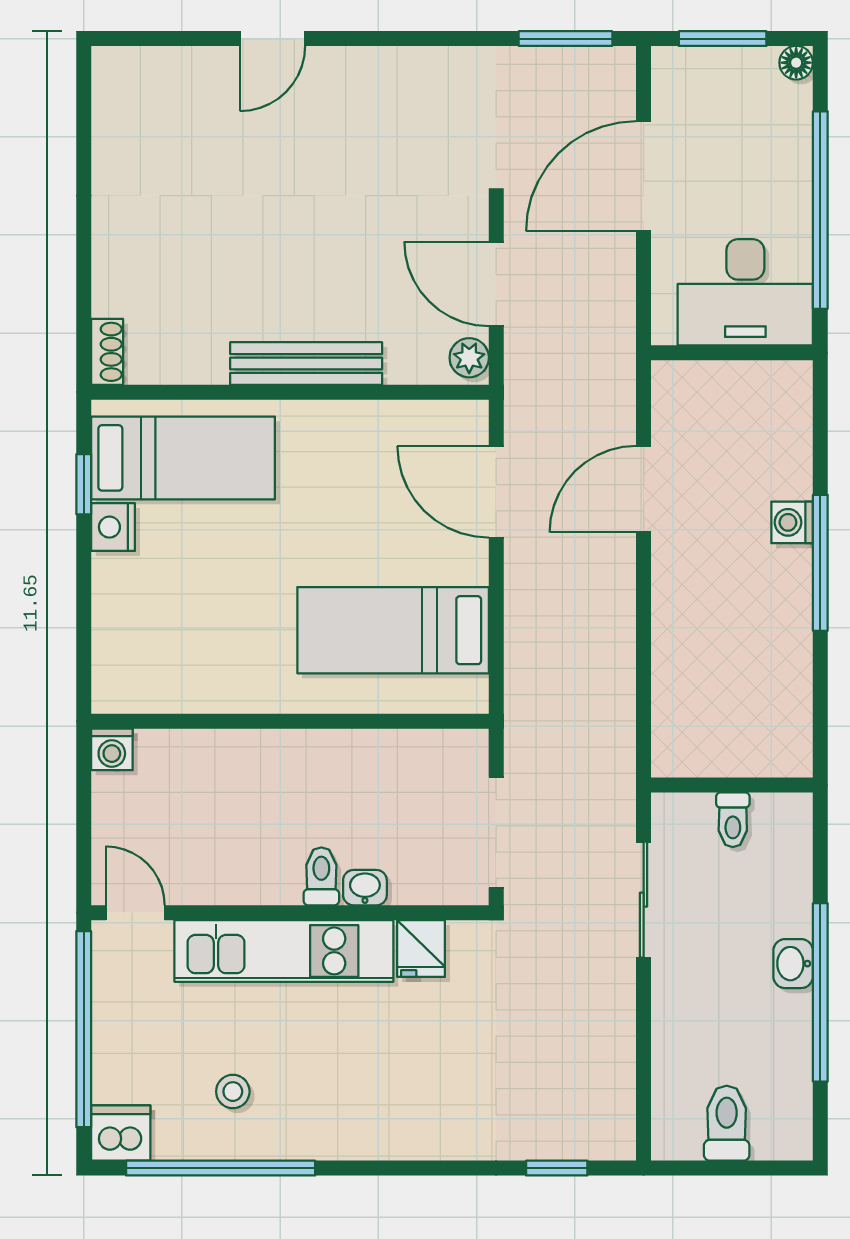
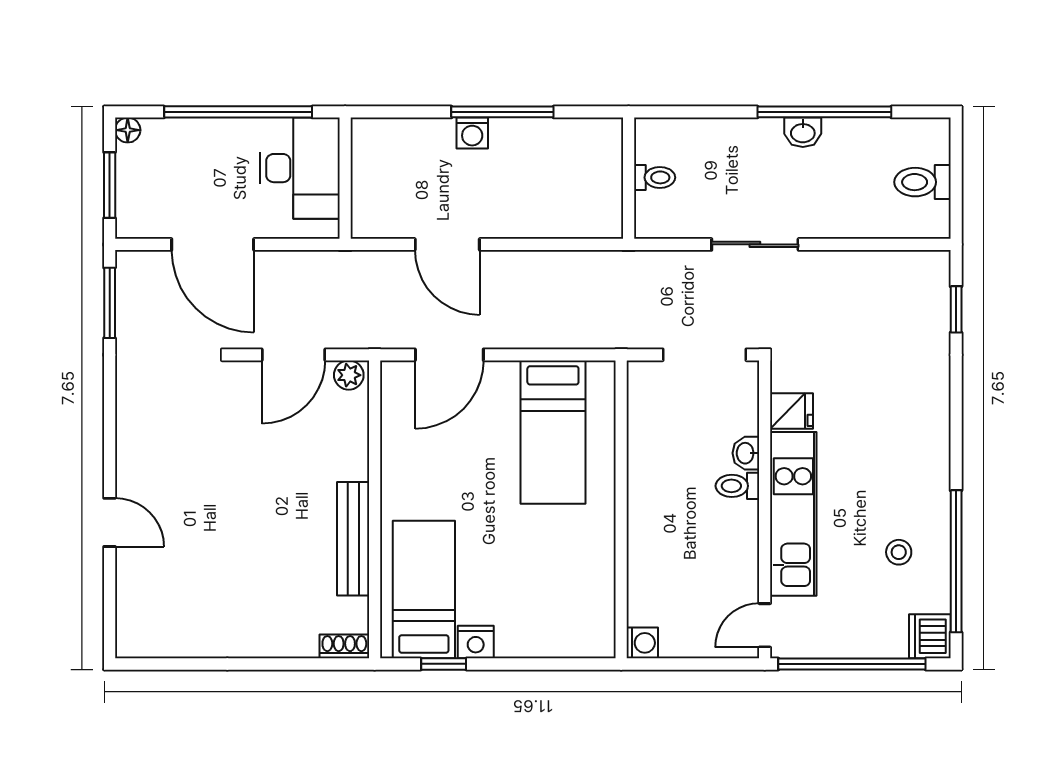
bench: (306, 364) -> (353, 539), moved
wall: (732, 785) -> (629, 178), moved
toilet: (733, 820) -> (655, 177), moved

